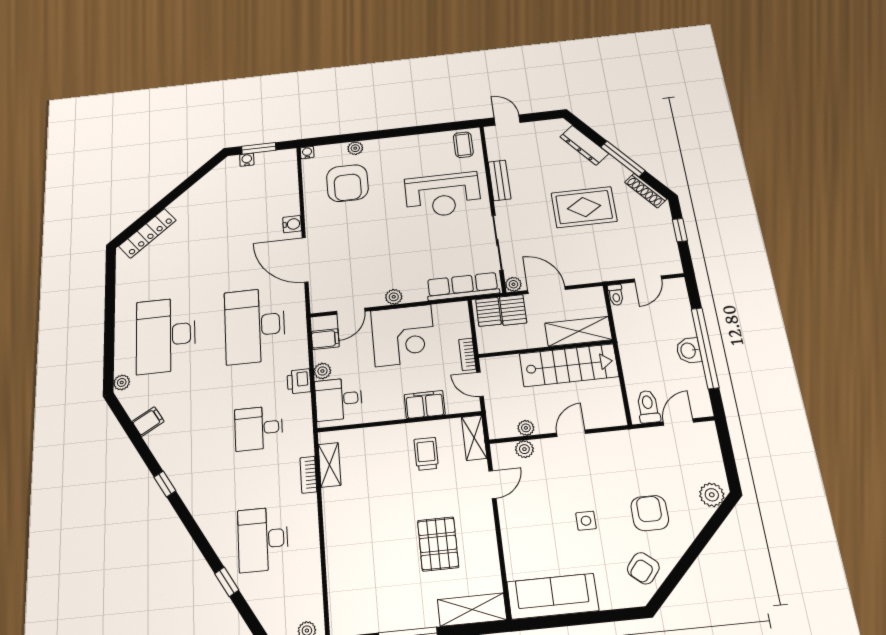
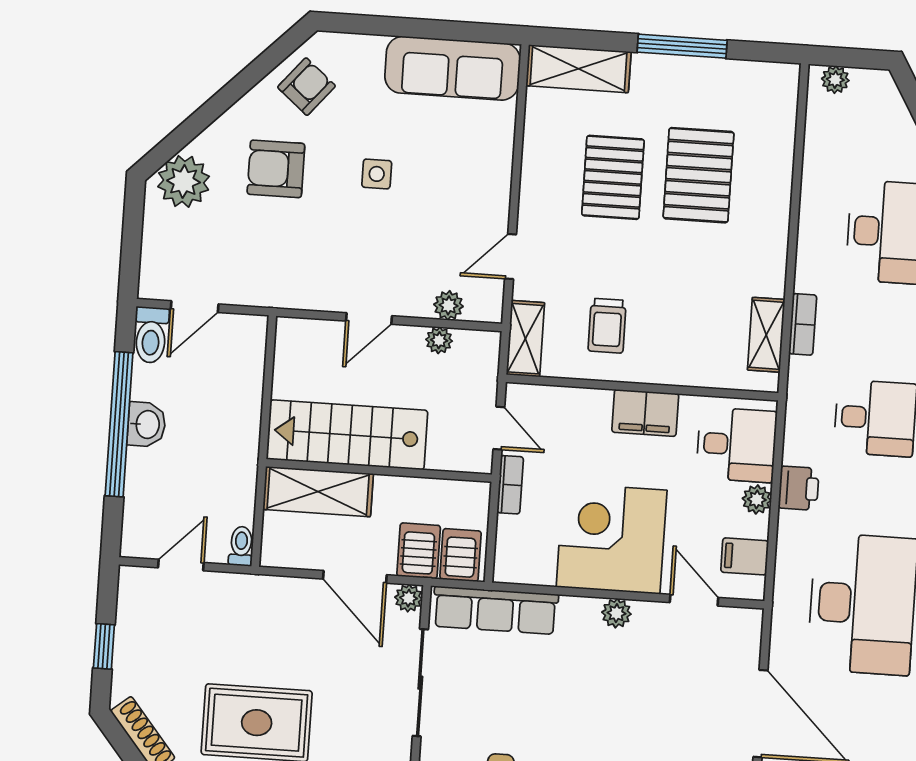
door: (351, 311) -> (694, 600), hinge flipped
filing cabinet: (425, 405) -> (645, 413), moved
toilet: (648, 407) -> (151, 335), moved
plant: (712, 495) -> (184, 181), width x1.36, depth x1.36
armchair: (650, 513) -> (276, 169), turned 90
pallet: (385, 554) -> (699, 175), added

